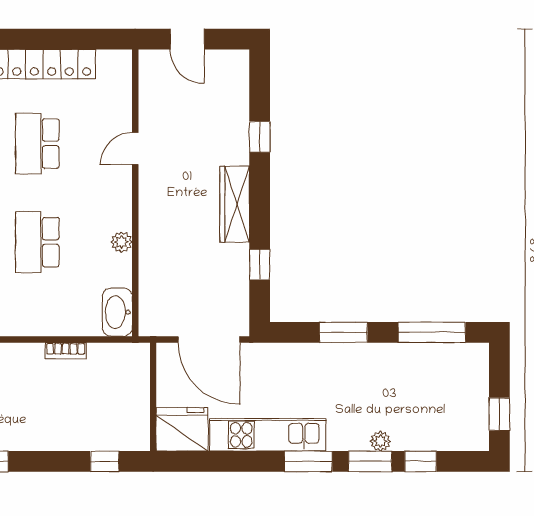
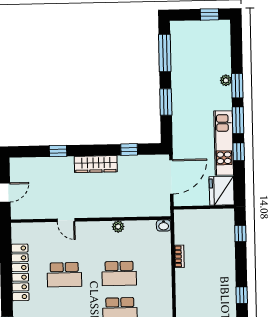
washbasin: (117, 312) -> (164, 225), width x0.52, depth x0.69
window: (421, 461) -> (239, 152), moved

